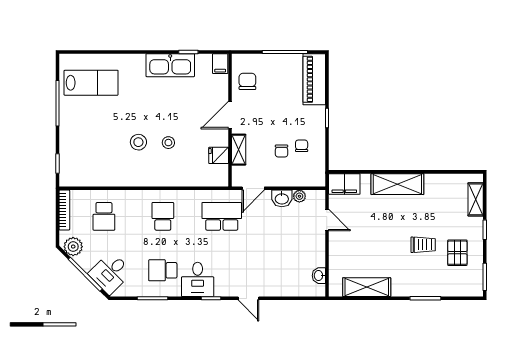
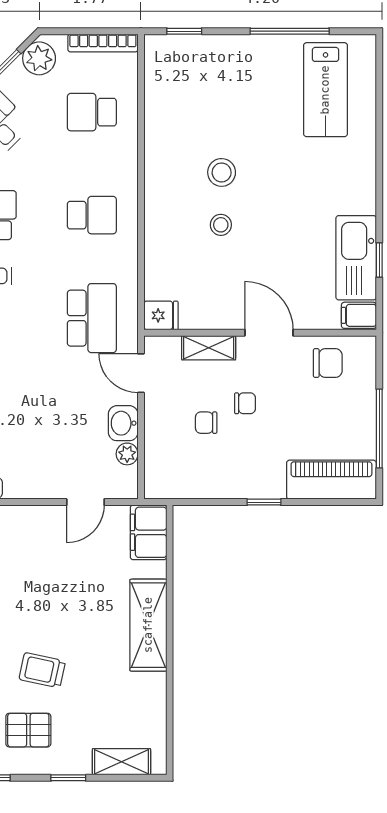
kitchen sink: (170, 65) -> (356, 258), moved
chair: (302, 146) -> (245, 403), moved
fridge: (219, 155) -> (161, 315), moved, turned 90
trolley: (423, 245) -> (42, 670), turned 102

